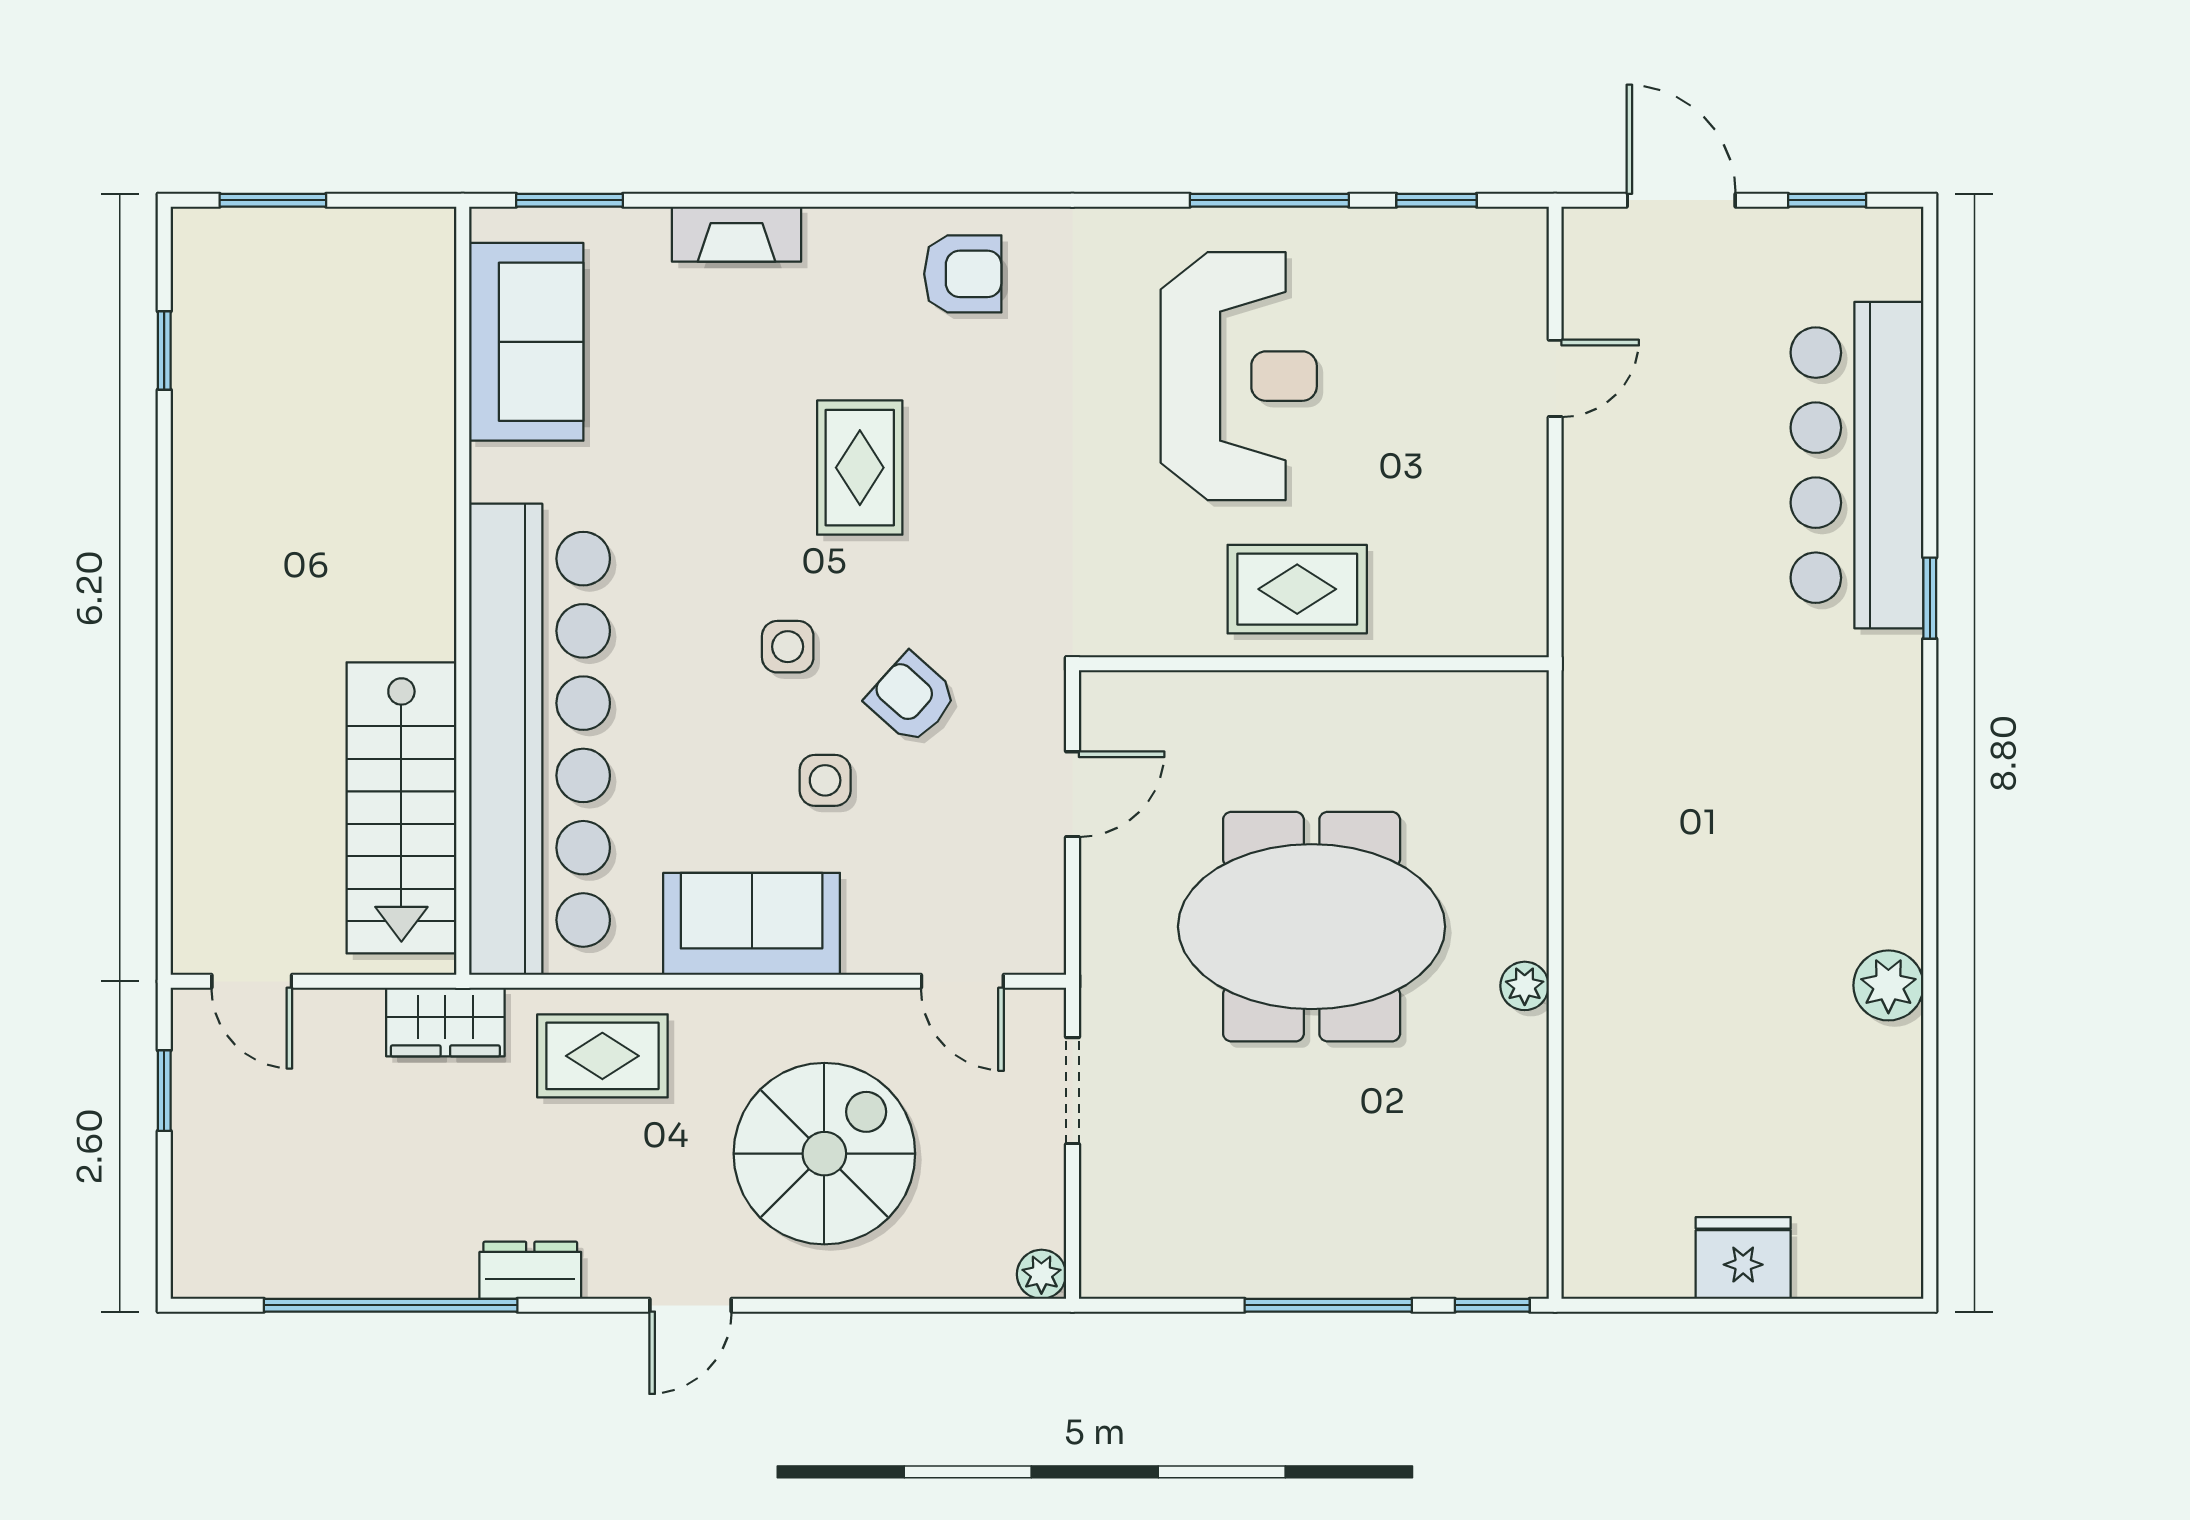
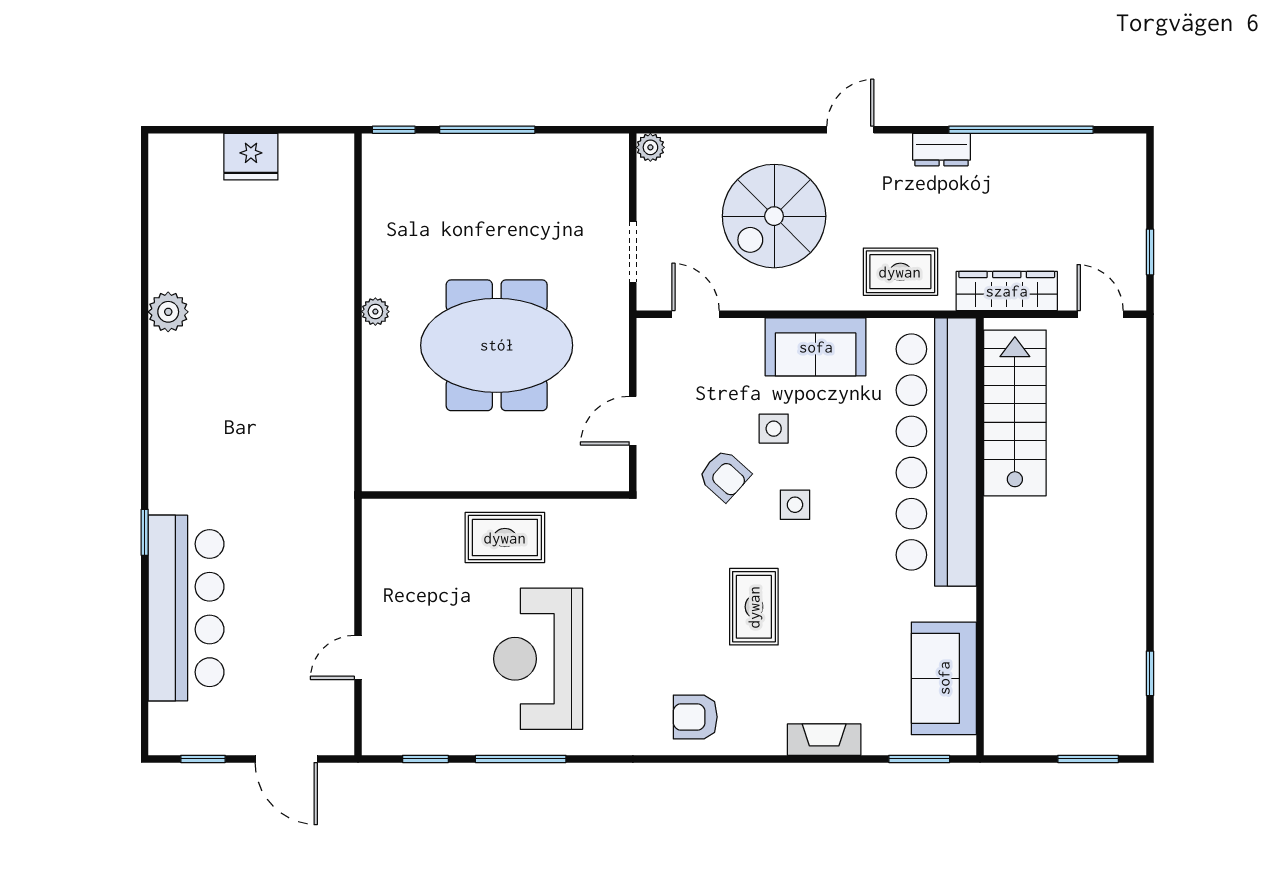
wardrobe: (445, 1022) -> (1007, 291), width x1.50

